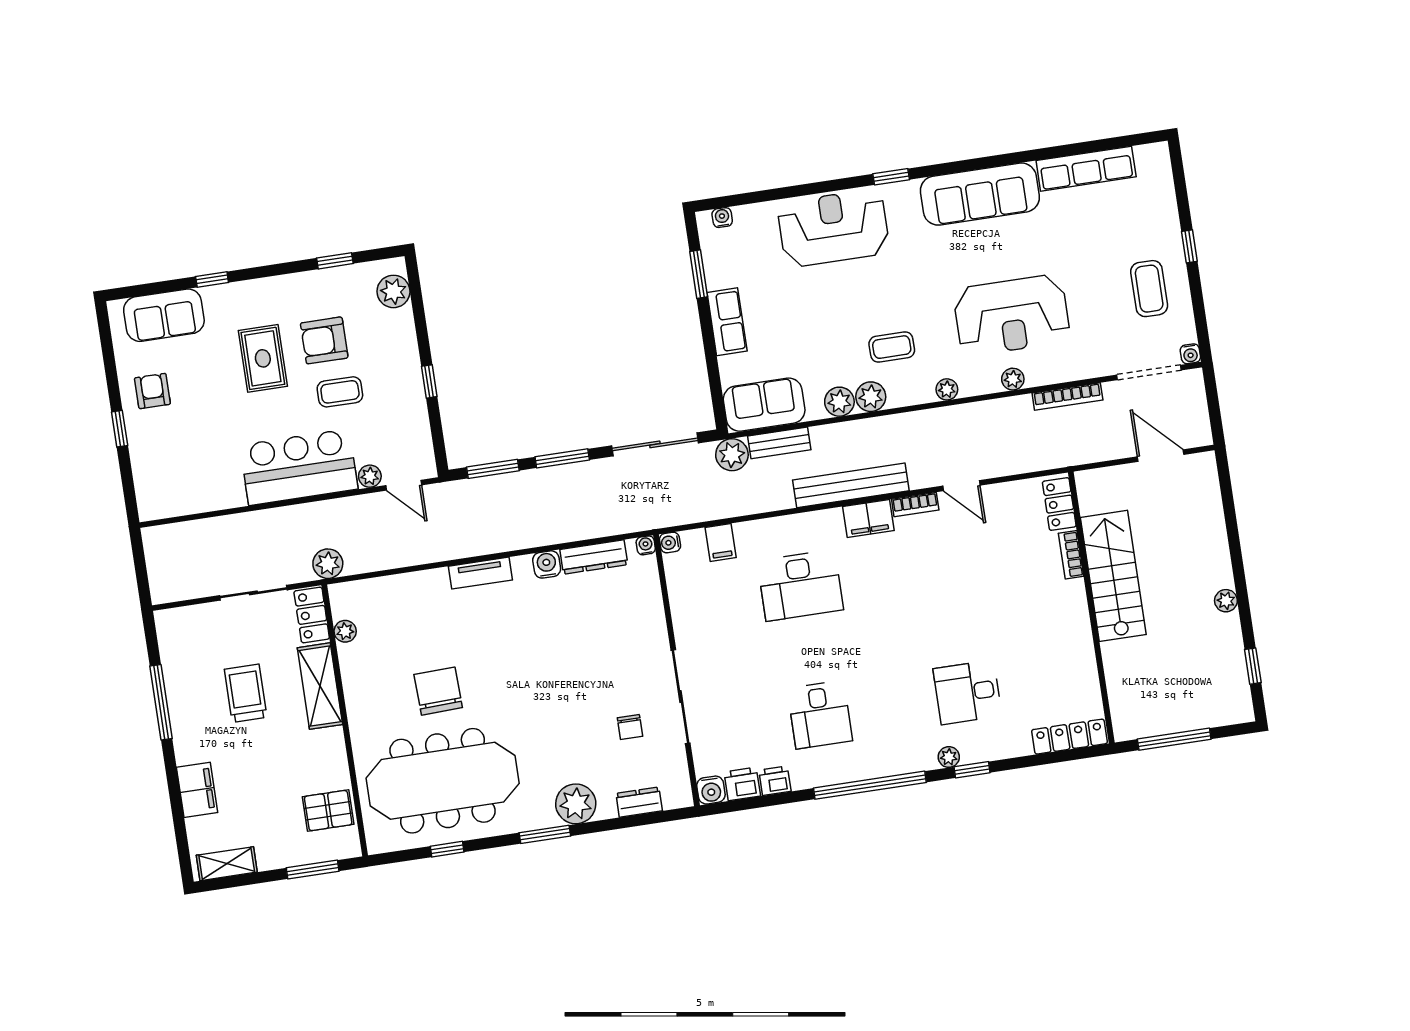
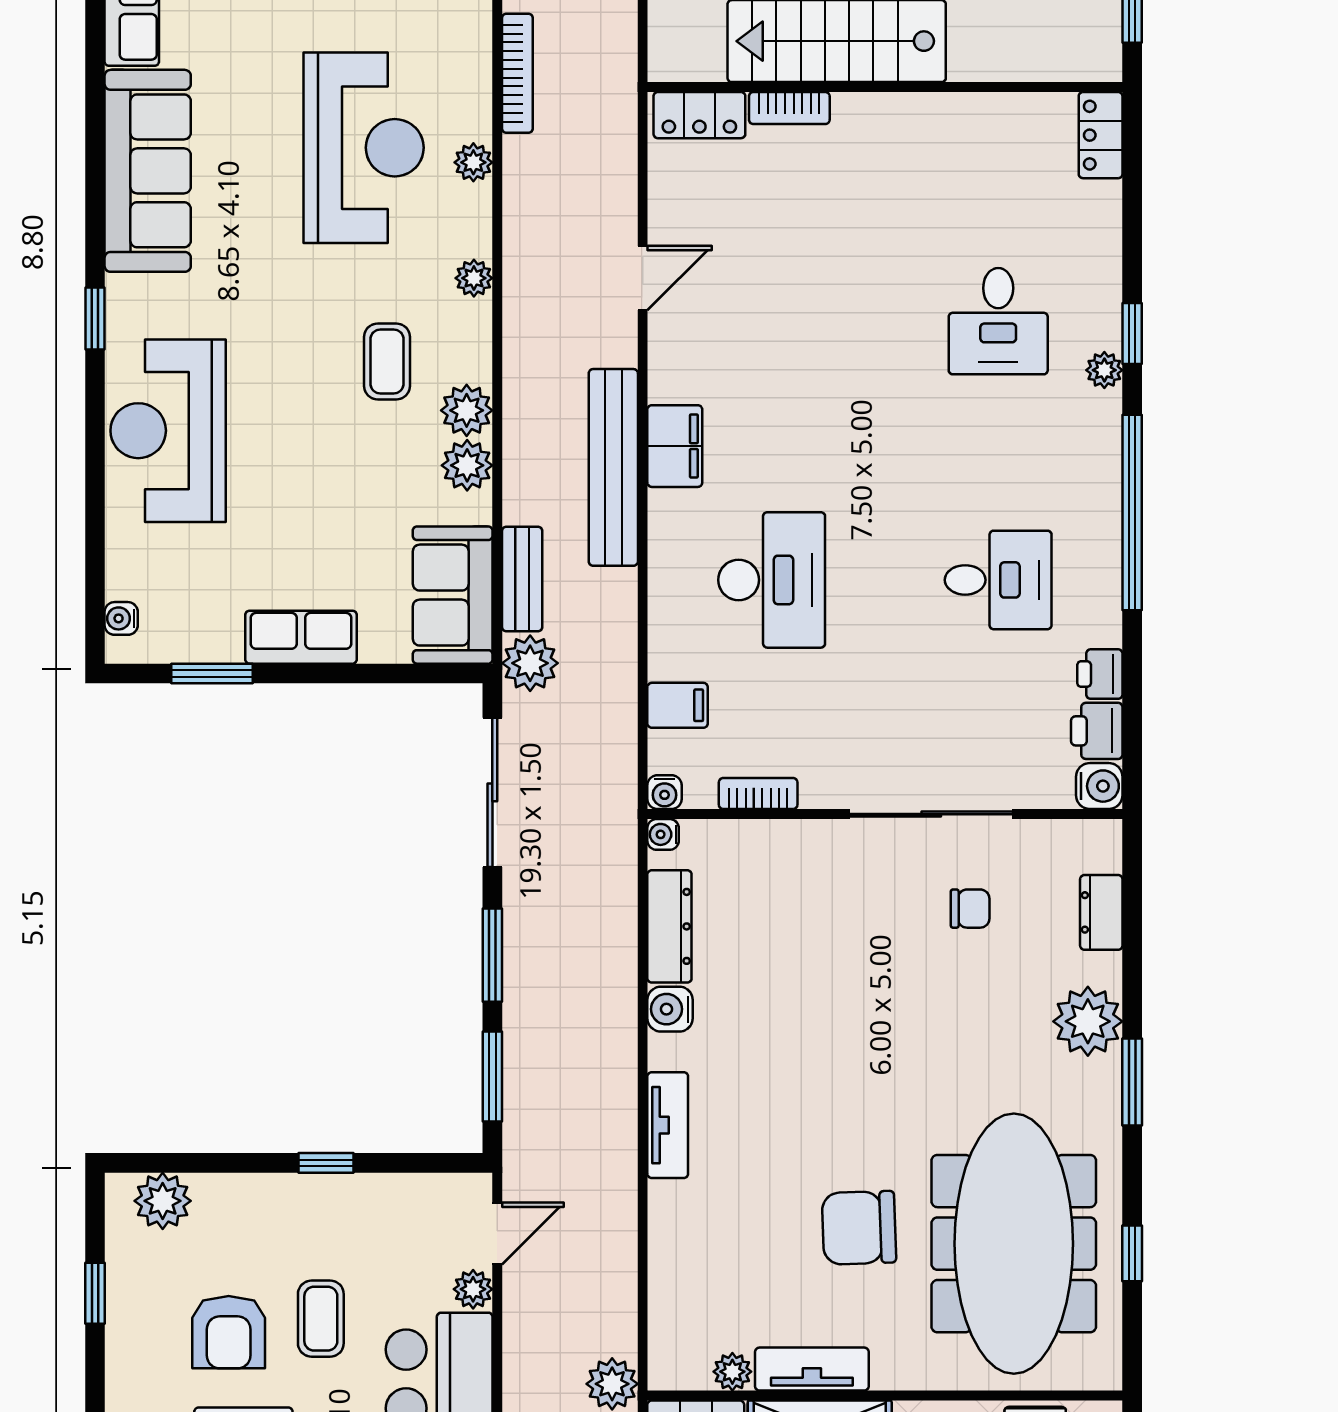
bookcase: (915, 505) -> (758, 794), moved, turned -90
tv unit: (354, 676) -> (812, 1369), added
locker: (1070, 737) -> (1101, 135), width x0.66

